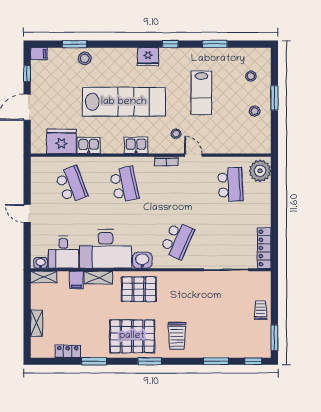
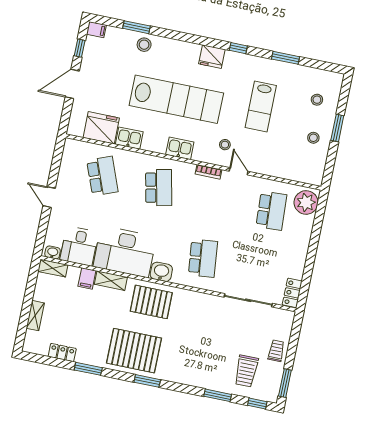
school desk: (177, 240) -> (203, 258), turned -30
locker: (264, 248) -> (292, 293), width x0.66
trolley: (177, 336) -> (246, 371), moved

